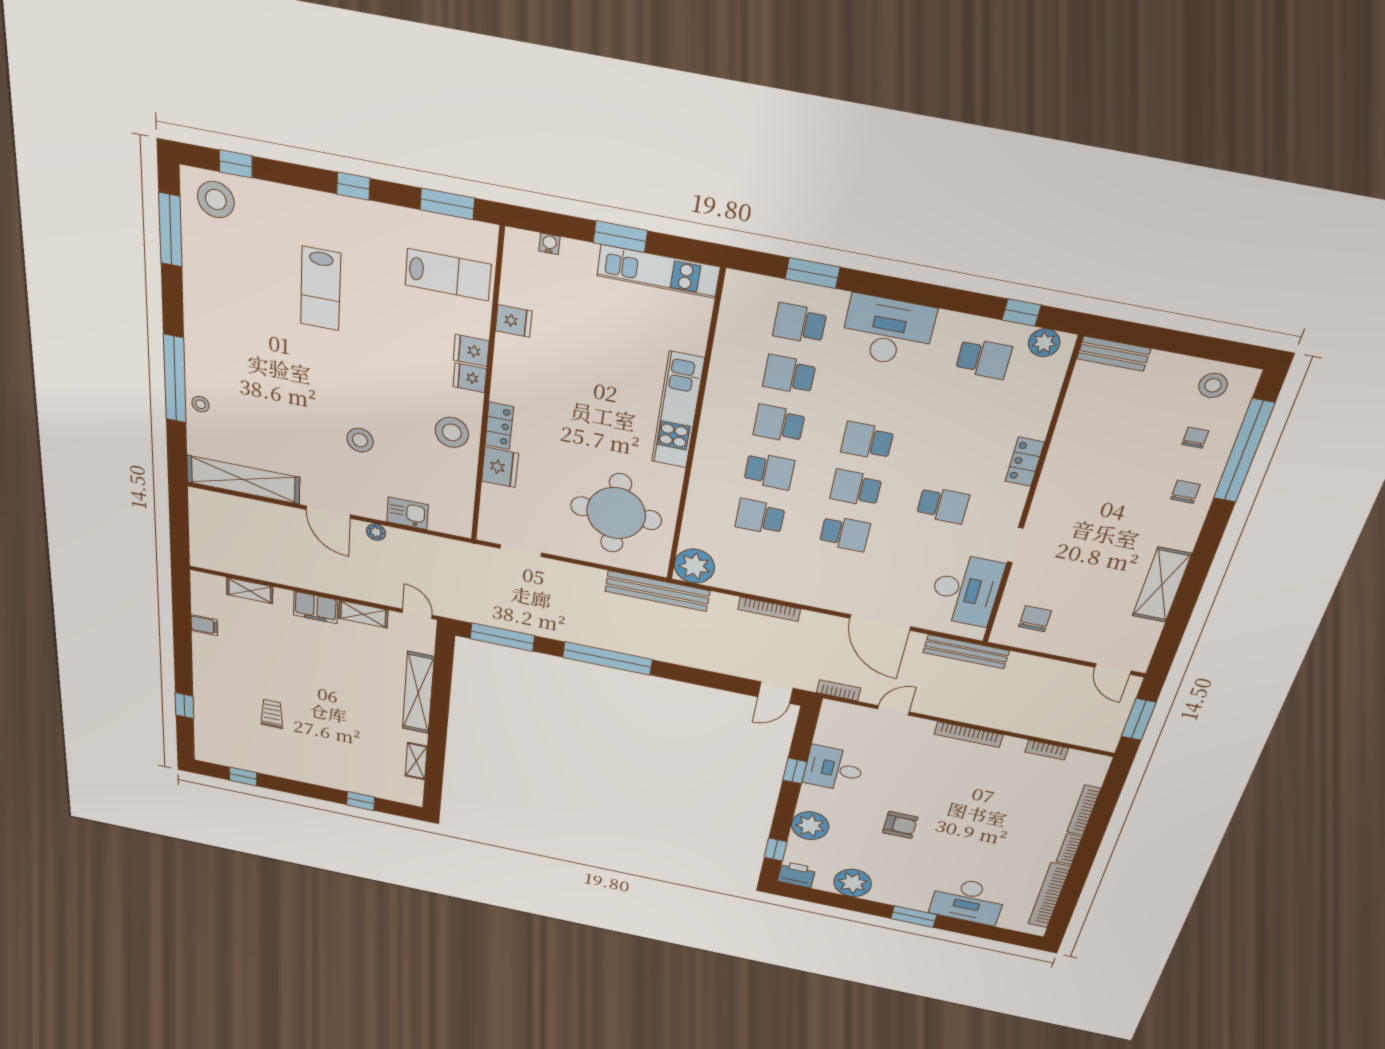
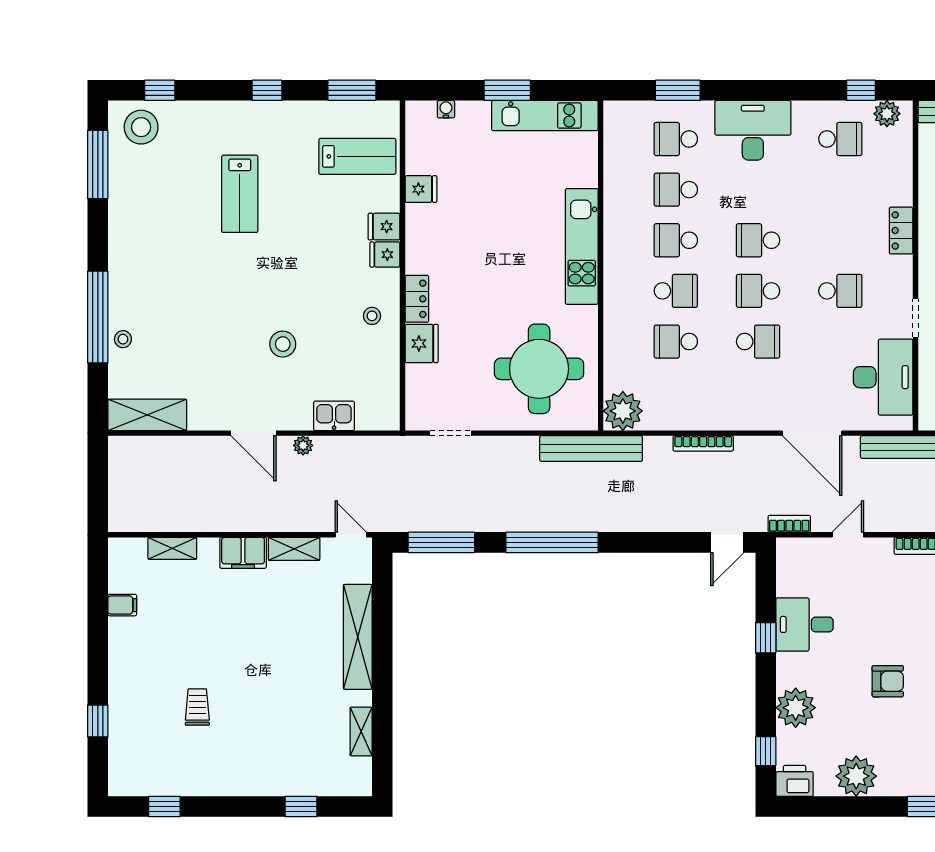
stool: (452, 432) -> (372, 316), width x0.53, depth x0.53
shelving: (243, 480) -> (147, 415), width x0.68

